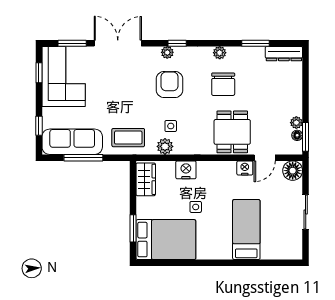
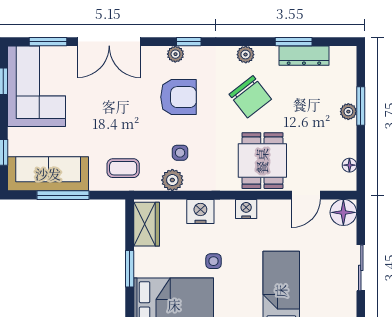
double door: (118, 43) -> (109, 42), swing flipped
dresser: (284, 54) -> (304, 56), moved
chair: (223, 84) -> (250, 97), turned -38
armchair: (170, 85) -> (178, 97), turned 90
plant: (296, 123) -> (348, 112), moved
window: (306, 137) -> (361, 106), moved
coffee table: (128, 138) -> (123, 168), width x0.73, depth x0.77
nightstand: (245, 168) -> (246, 209), moved
window: (133, 228) -> (130, 269), moved

